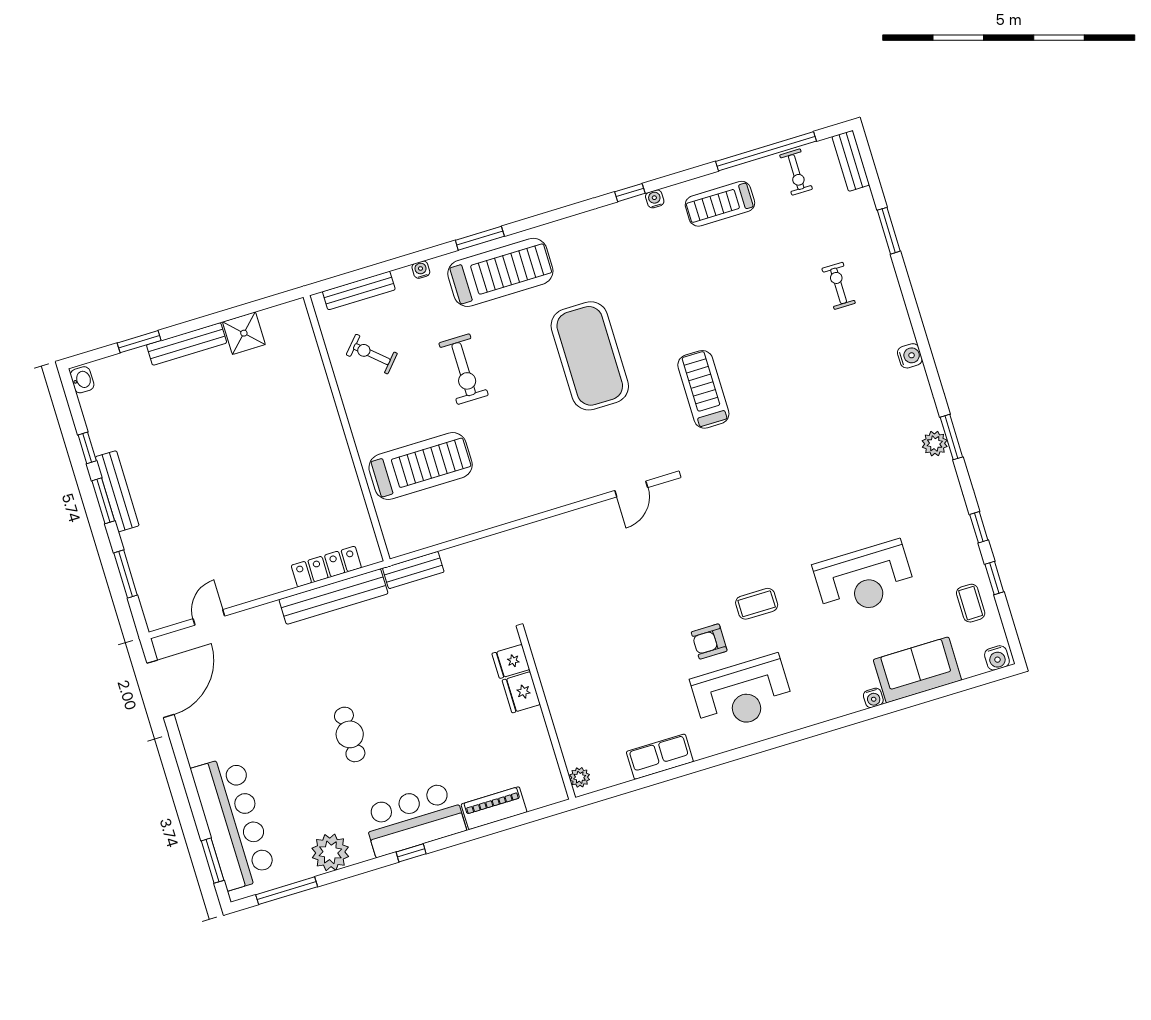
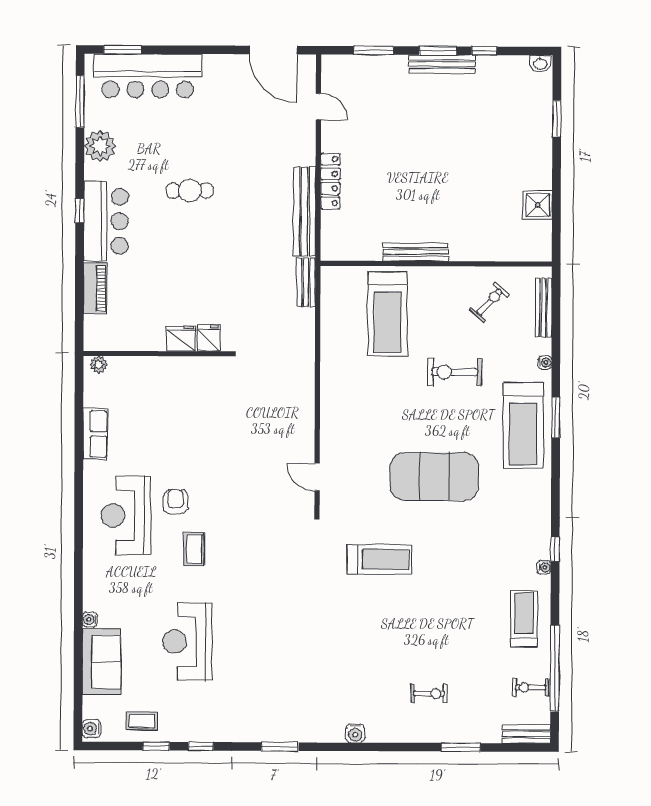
bench: (187, 344) -> (416, 252), moved, turned 90
plant: (935, 444) -> (279, 732), removed
locker: (326, 567) -> (330, 181), moved

